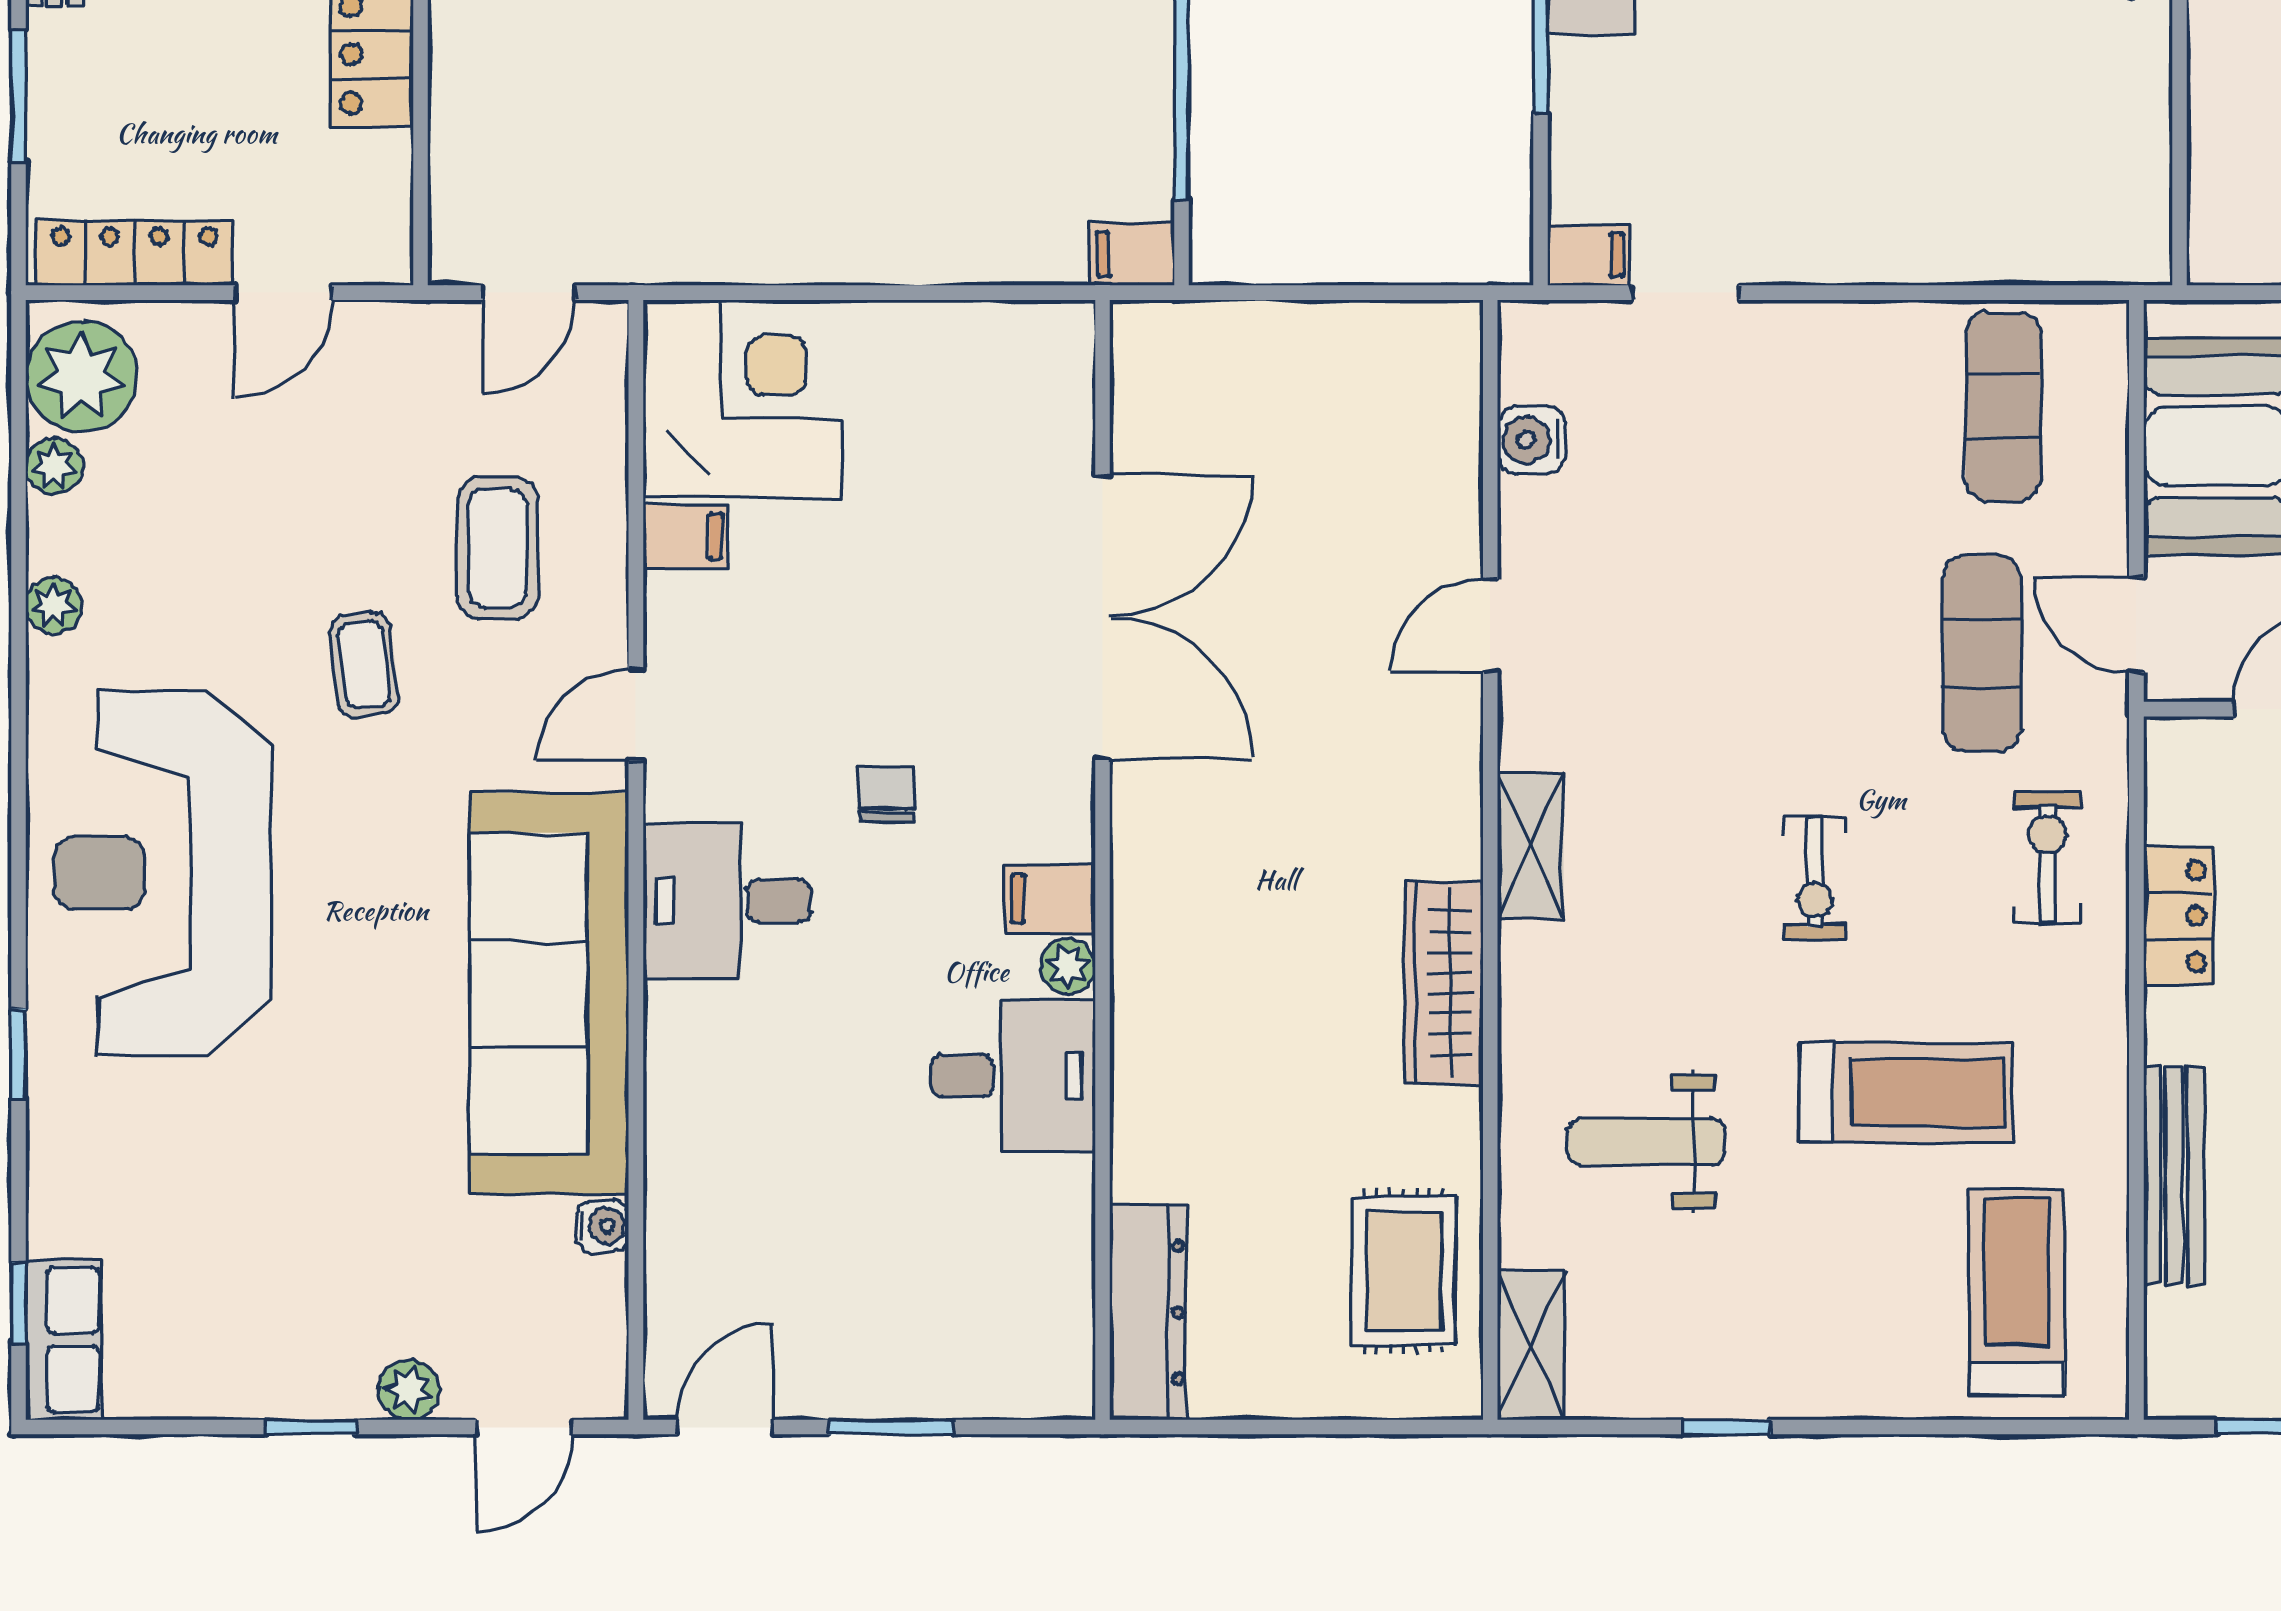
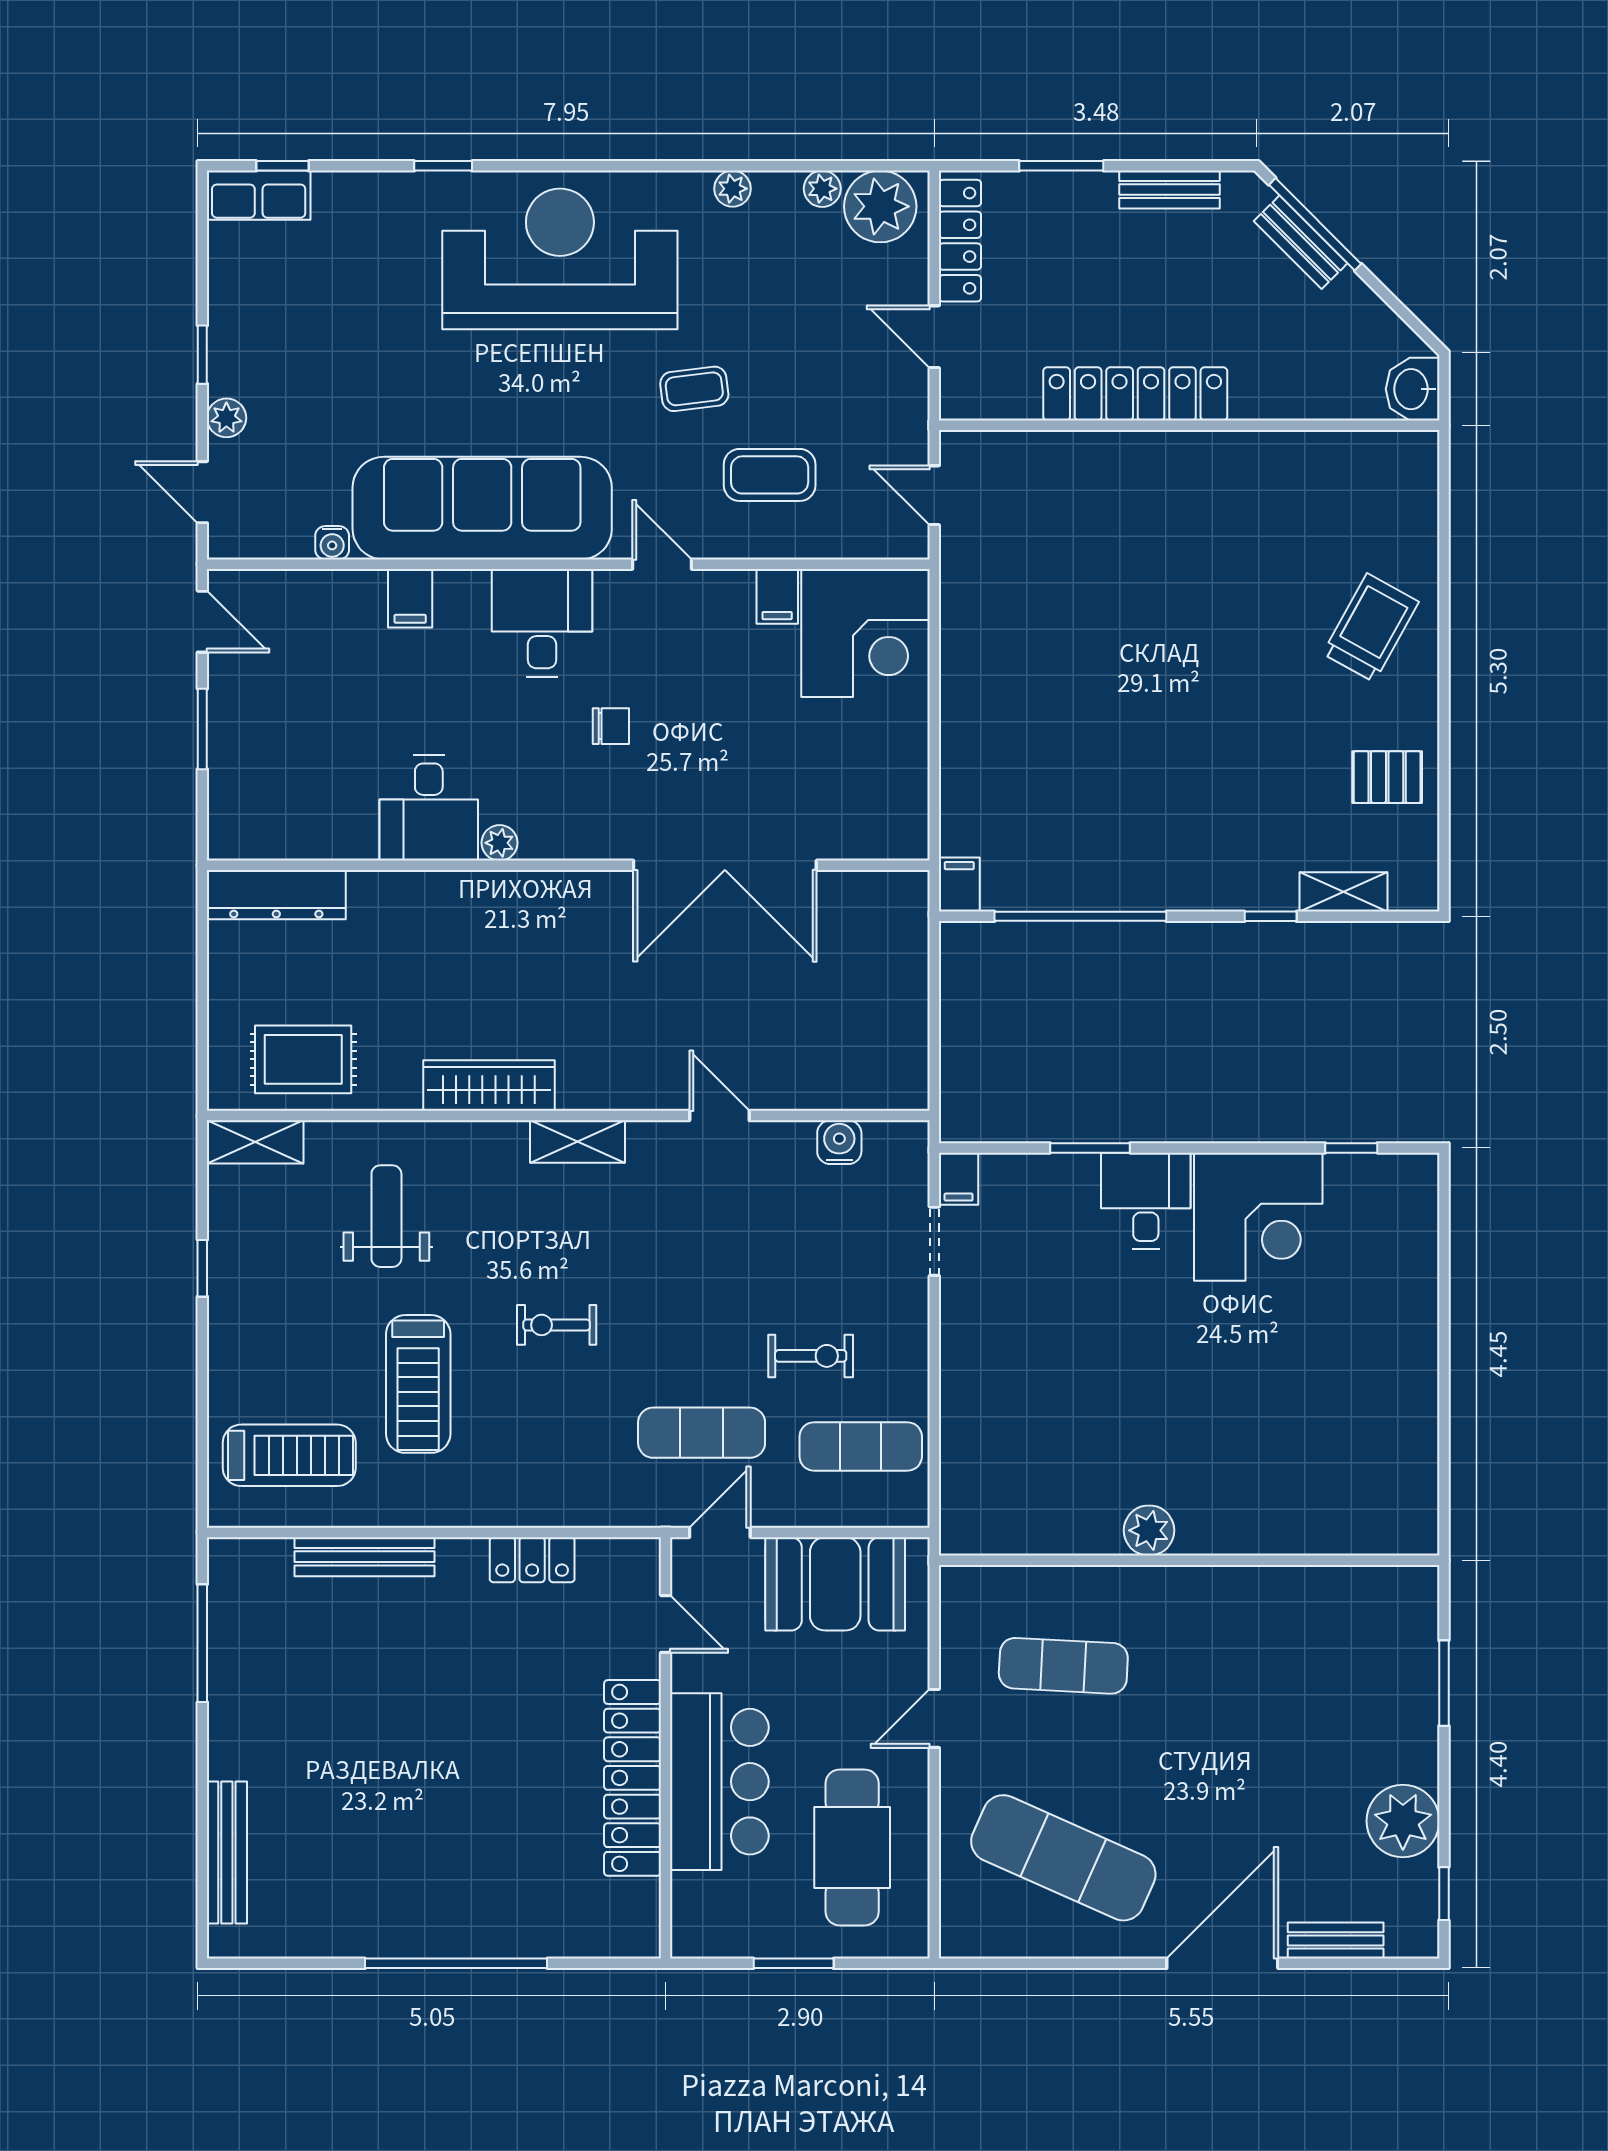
exercise bike: (2047, 858) -> (811, 1356), moved
filing cabinet: (1050, 899) -> (410, 598), moved, turned 180

